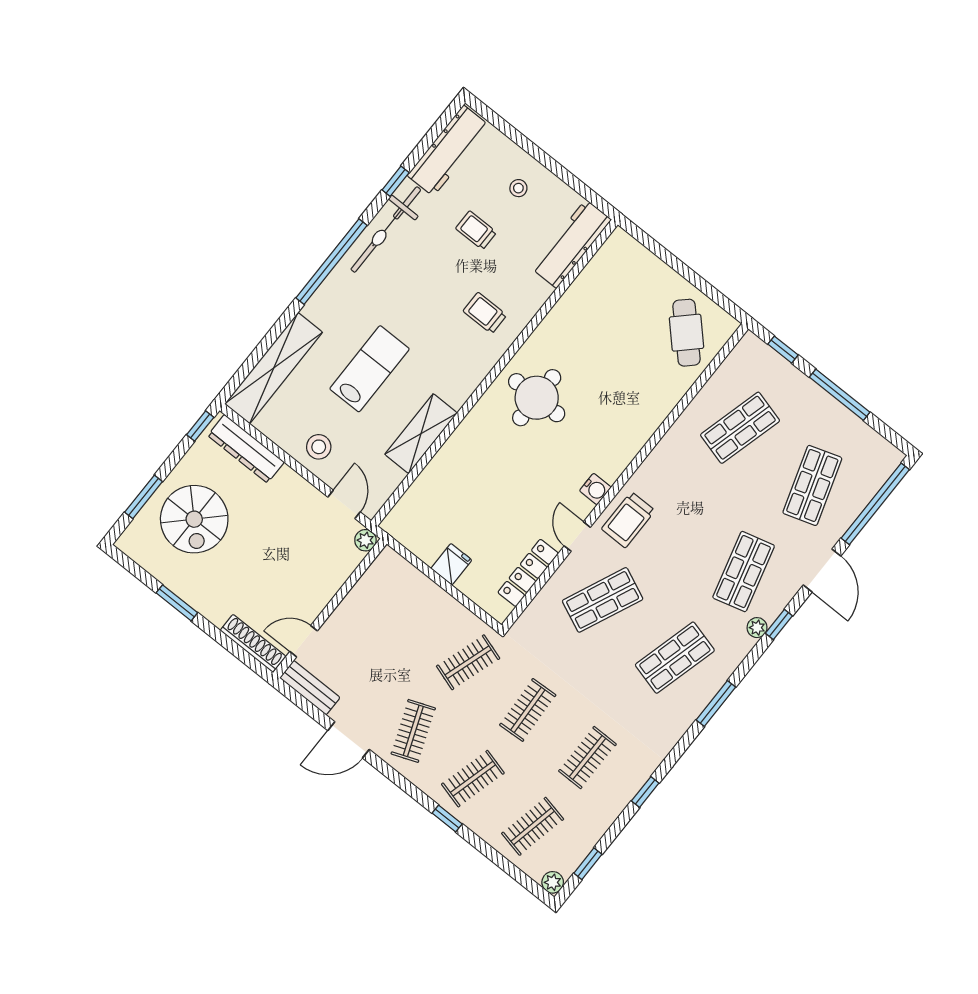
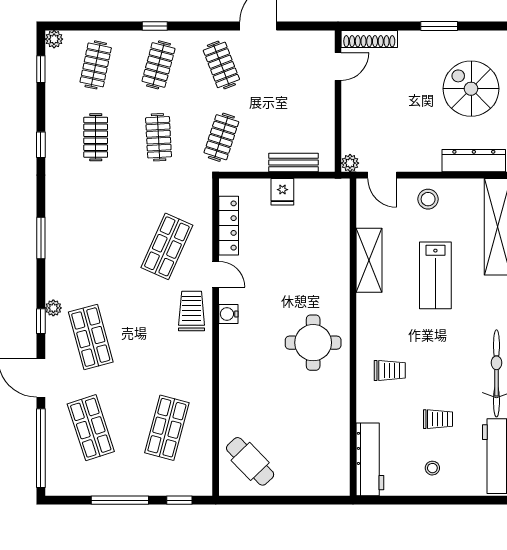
shop shelf: (675, 658) -> (91, 246), removed
bench: (310, 688) -> (294, 162), moved

